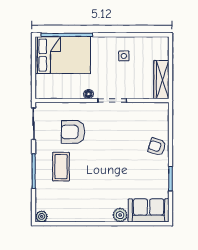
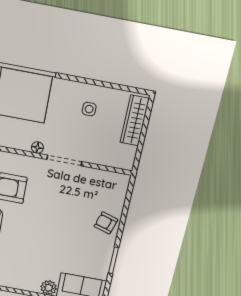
wardrobe: (161, 80) -> (135, 121), moved

